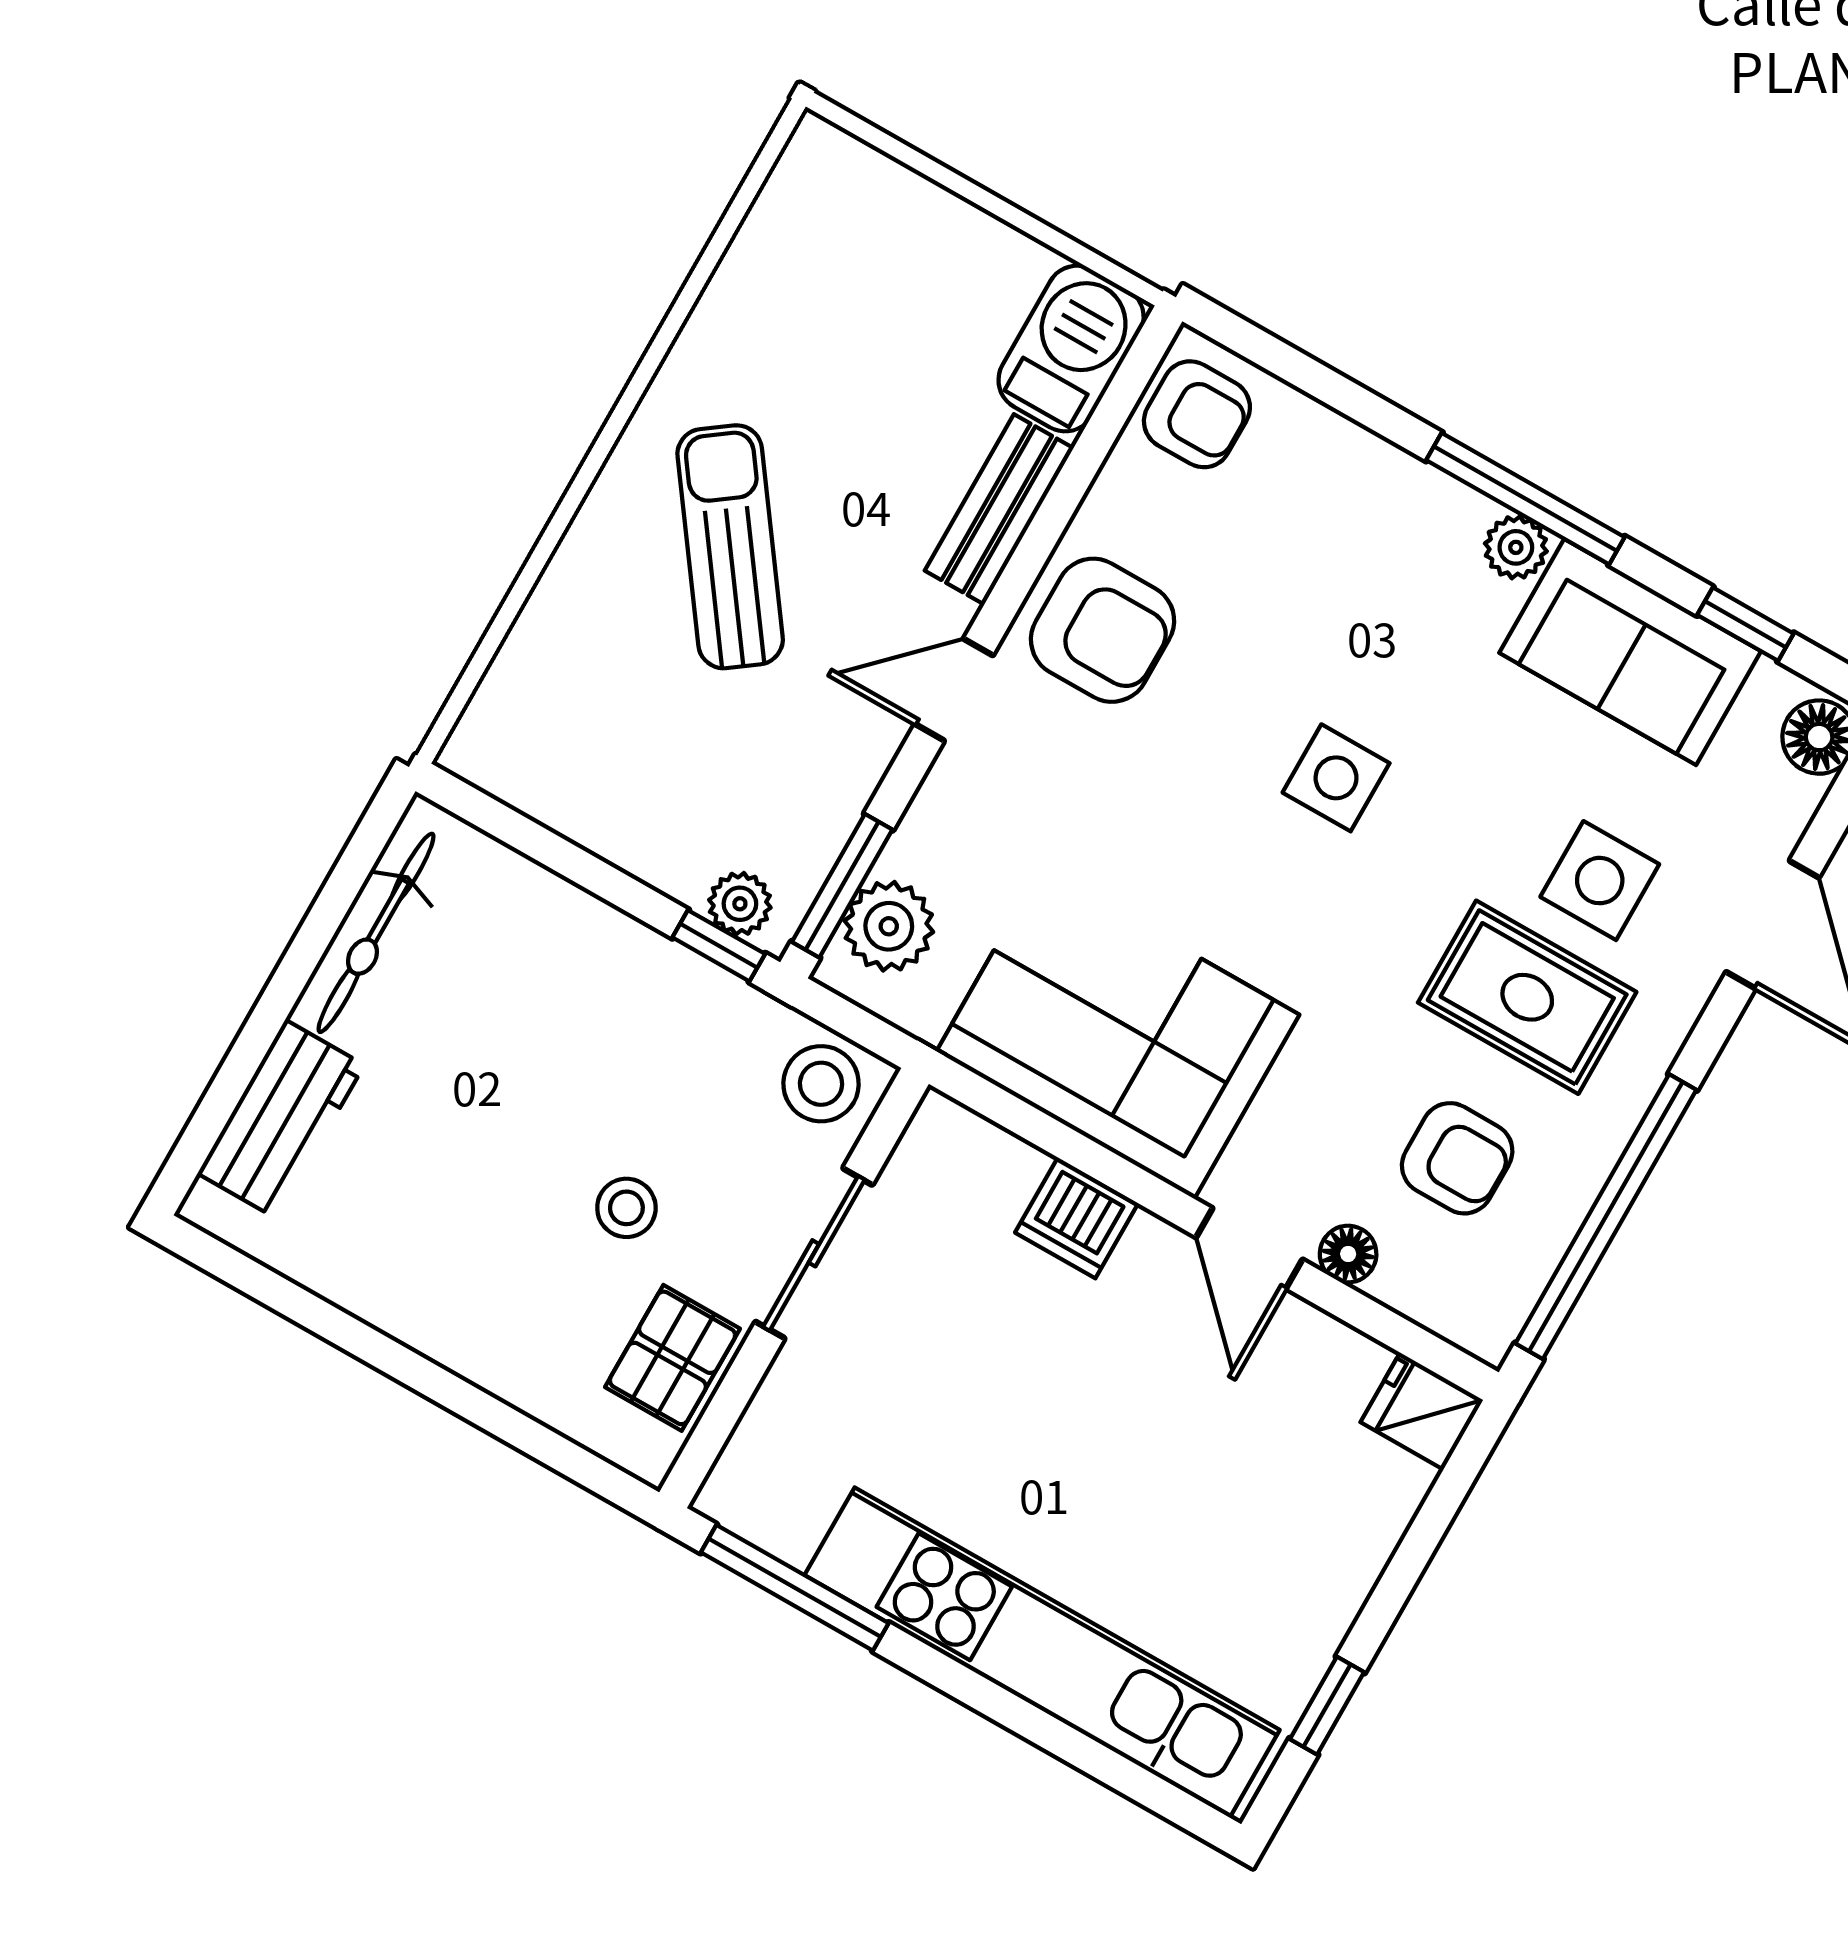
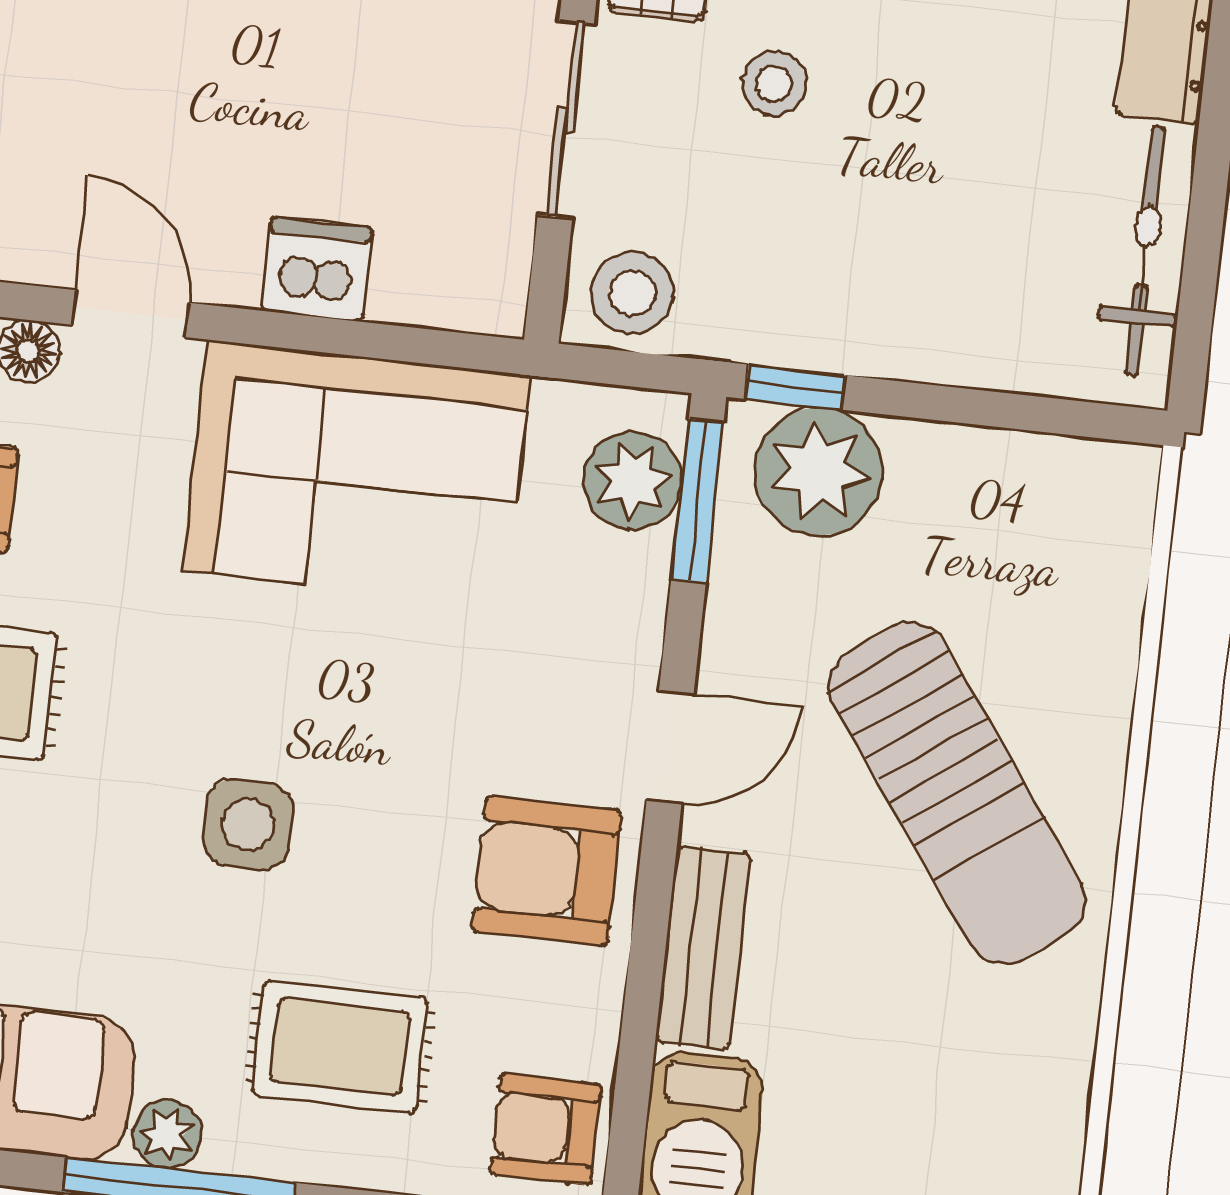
sun lounger: (730, 547) -> (957, 793), width x1.36, depth x1.34
rug: (1339, 558) -> (340, 1047), added
plant: (740, 904) -> (819, 472), width x1.87, depth x1.87

